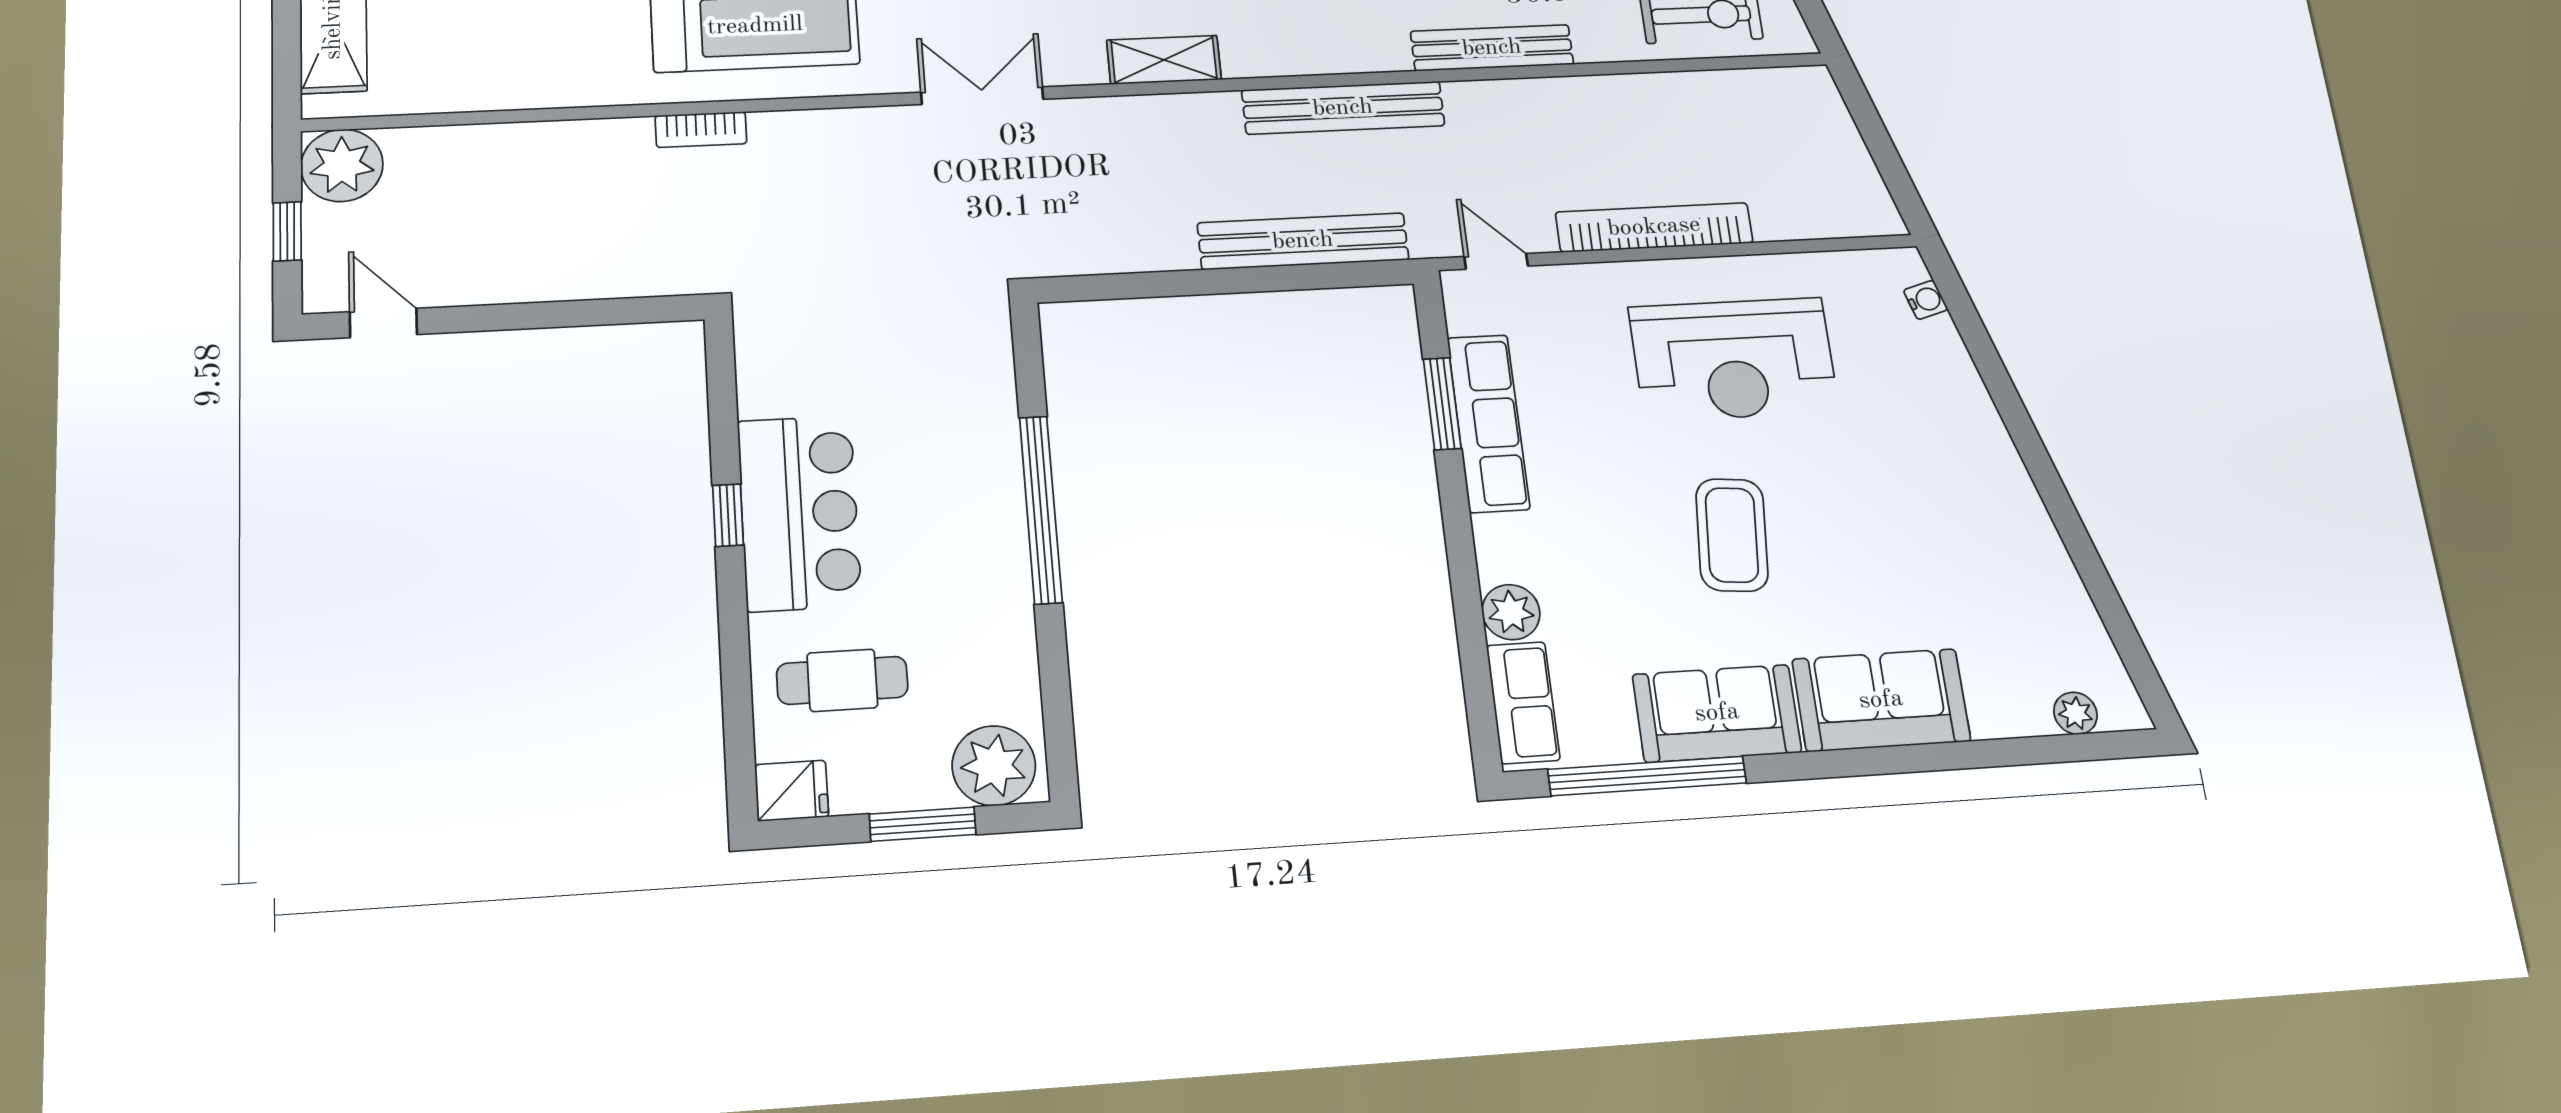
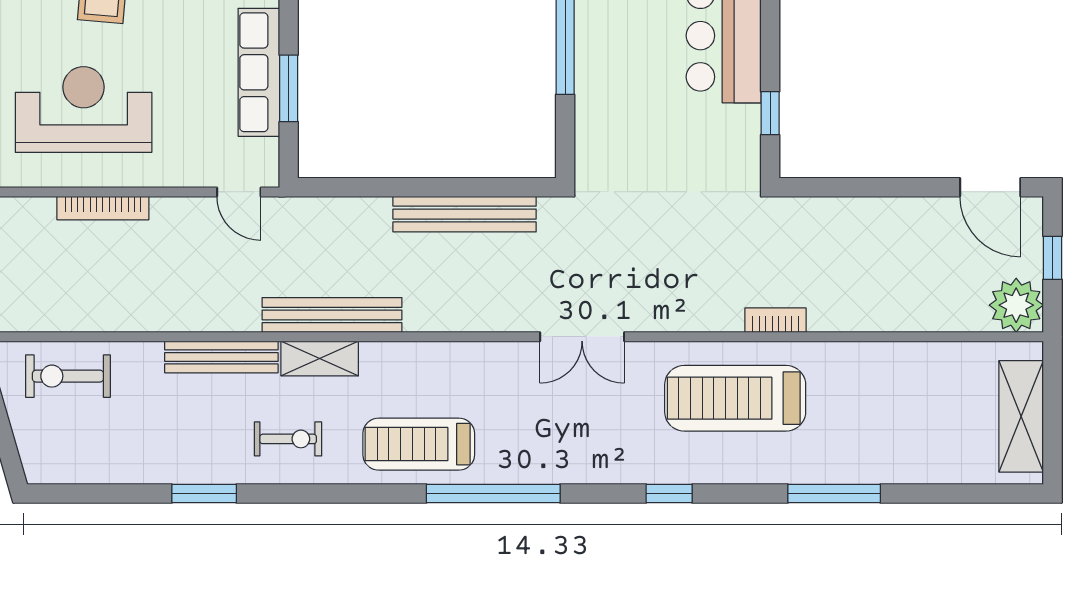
shelving: (1164, 60) -> (320, 359), moved
bookcase: (1654, 227) -> (103, 208), width x0.68, depth x0.76
bench: (1303, 241) -> (465, 214), moved
door: (383, 323) -> (990, 187), width x1.38
window: (728, 515) -> (770, 113), moved

